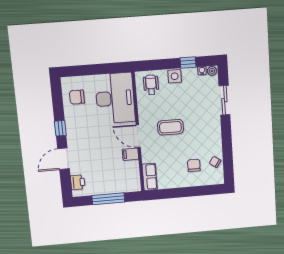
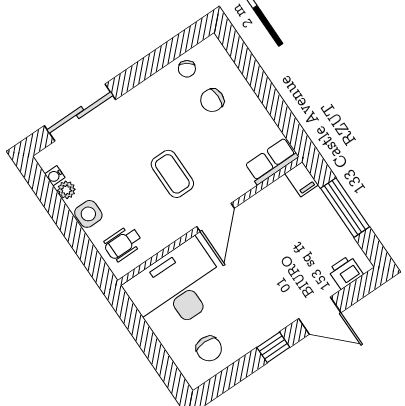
window: (188, 62) -> (55, 205), removed
plant: (212, 71) -> (66, 190), moved
sliding door: (224, 100) -> (80, 113), width x1.37
filing cabinet: (130, 154) -> (302, 179), moved

